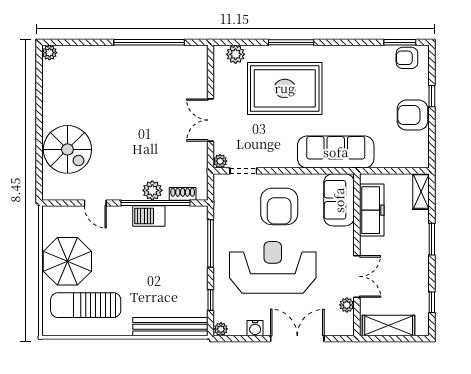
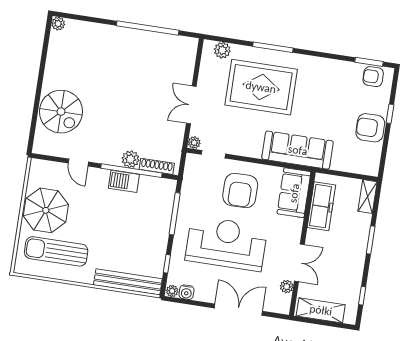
shoe rack: (183, 194) -> (157, 166), width x1.43
water cooler: (255, 328) -> (186, 292), moved

